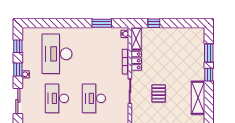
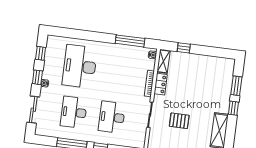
window: (102, 23) -> (130, 41), width x1.44
pallet: (159, 93) -> (179, 121), turned 90

